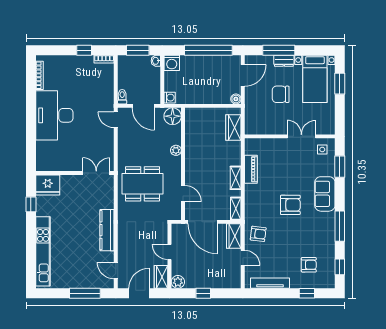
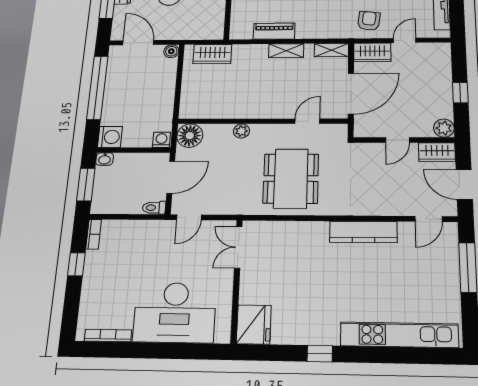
wall: (75, 173) -> (237, 281), moved
double door: (96, 173) -> (238, 247), moved
fridge: (48, 185) -> (254, 325), moved

